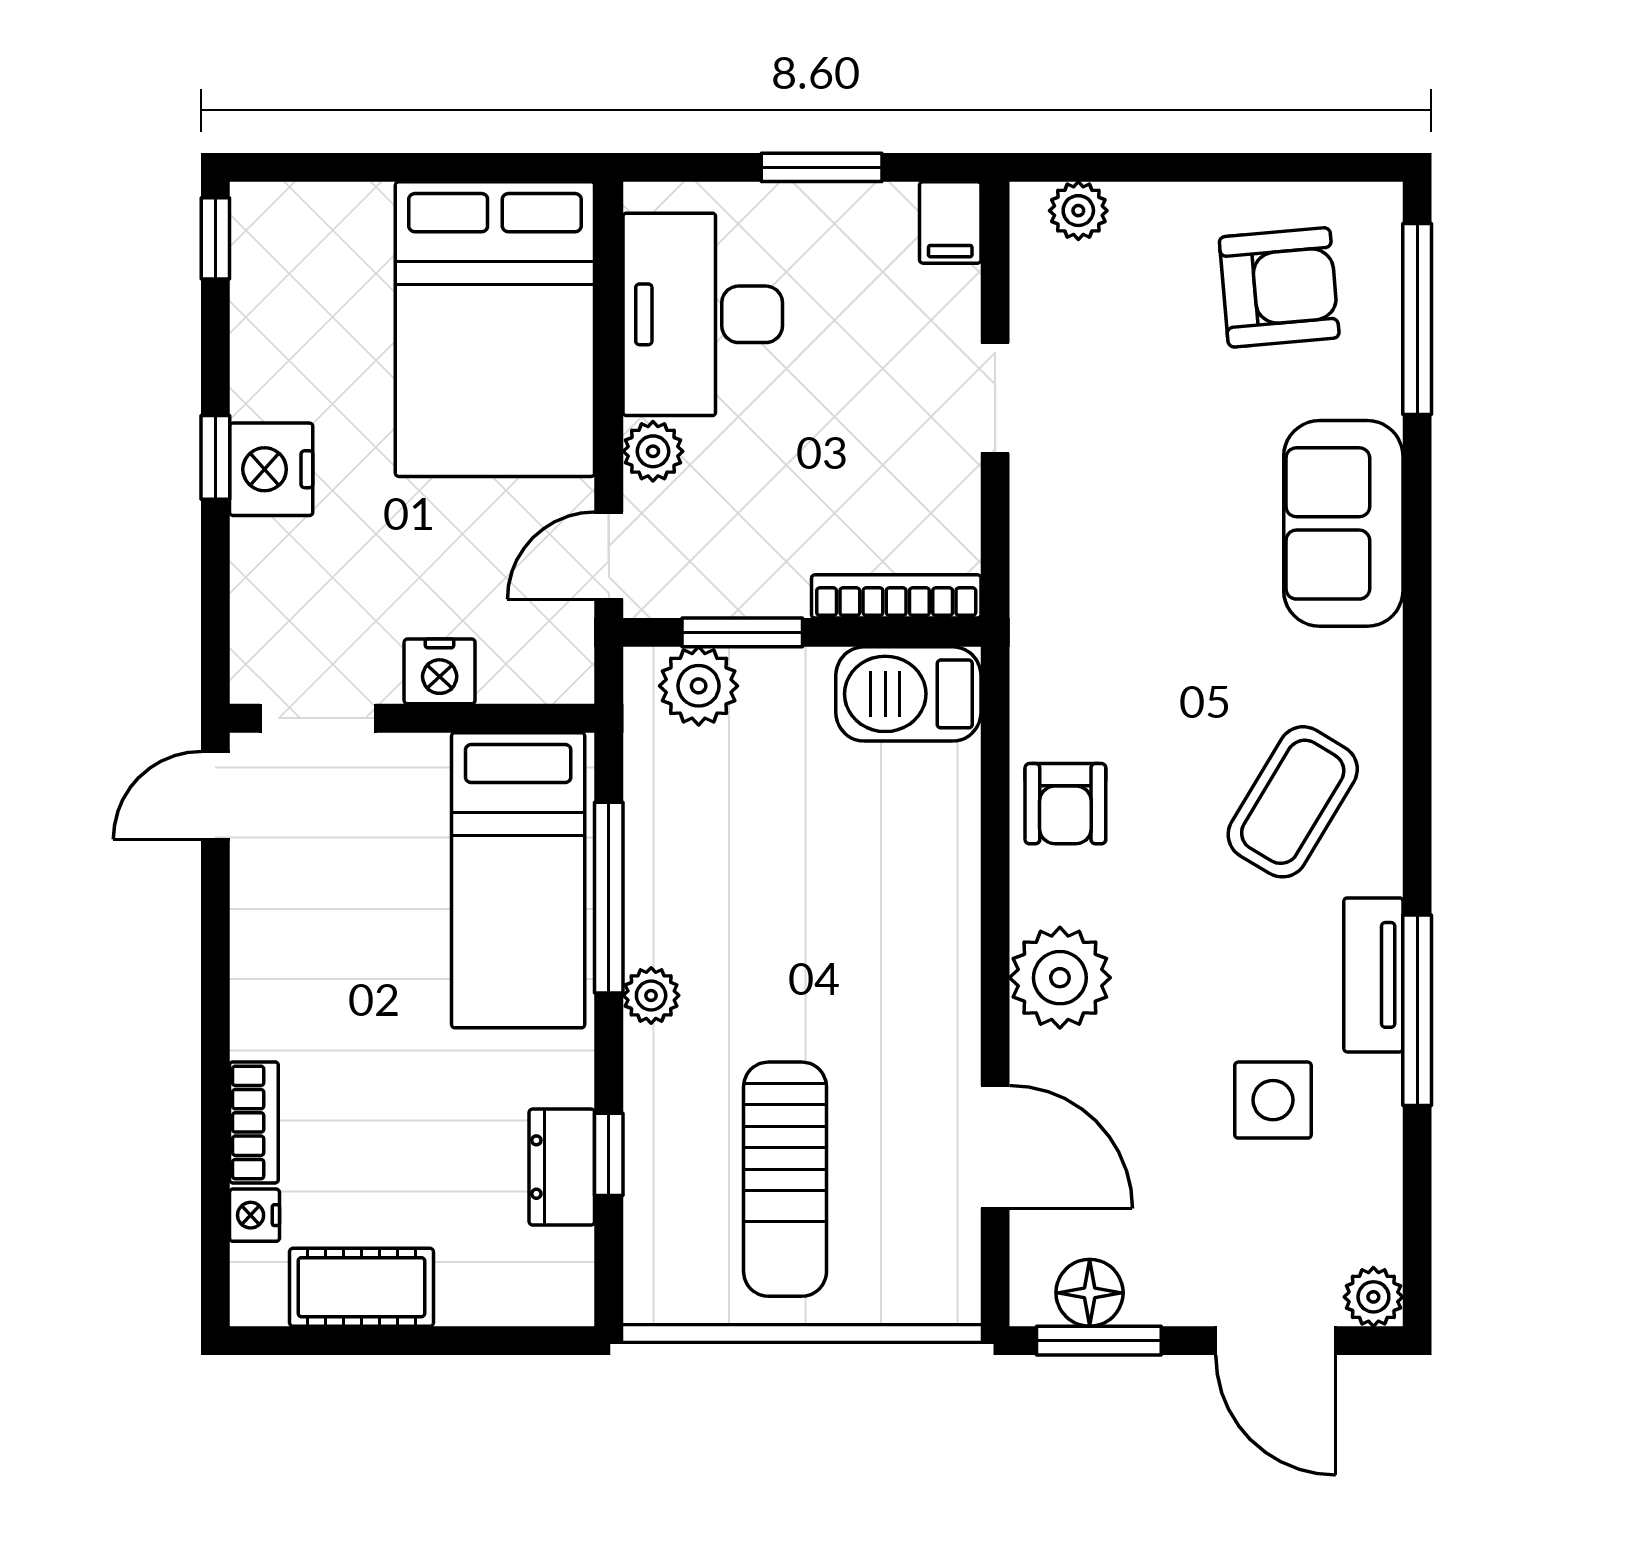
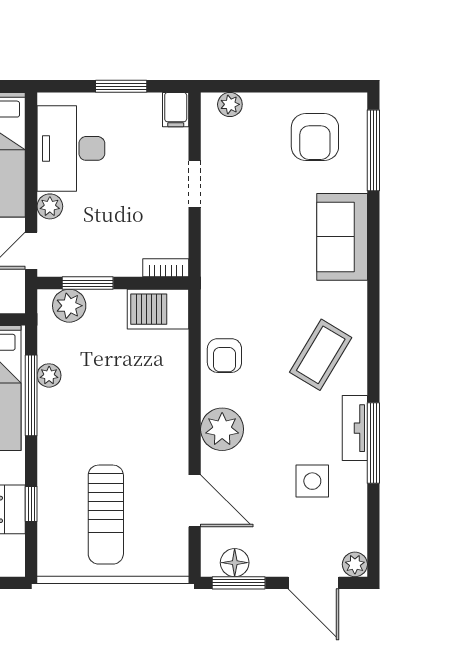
armchair: (1279, 287) -> (315, 137), turned 95
bookcase: (896, 596) -> (166, 268), width x0.64
plant: (651, 995) -> (49, 375), moved

